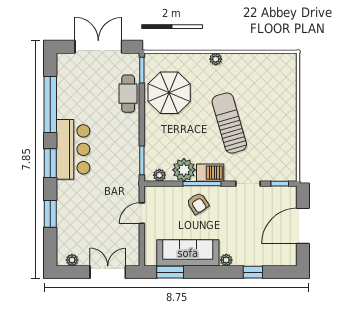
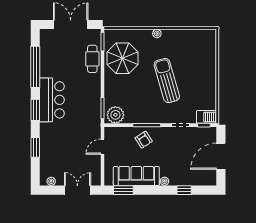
plant: (184, 170) -> (133, 115), removed
barbecue: (210, 173) -> (207, 117), moved
plant: (159, 175) -> (115, 115), width x1.88, depth x1.88

